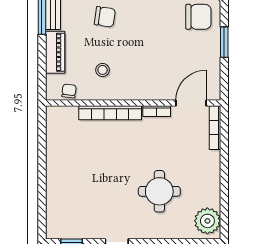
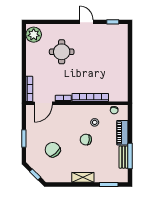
chair: (105, 17) -> (86, 140), moved
chair: (198, 17) -> (53, 150), moved, turned 49

